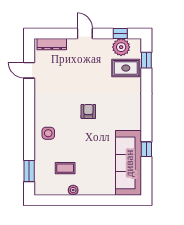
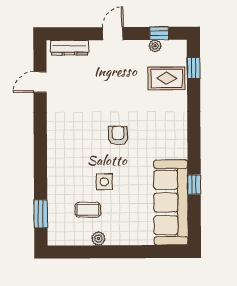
door: (85, 34) -> (113, 34), hinge flipped
plant: (121, 47) -> (155, 46), width x0.53, depth x0.53
door: (29, 70) -> (40, 82), hinge flipped
side table: (48, 133) -> (104, 182), moved

